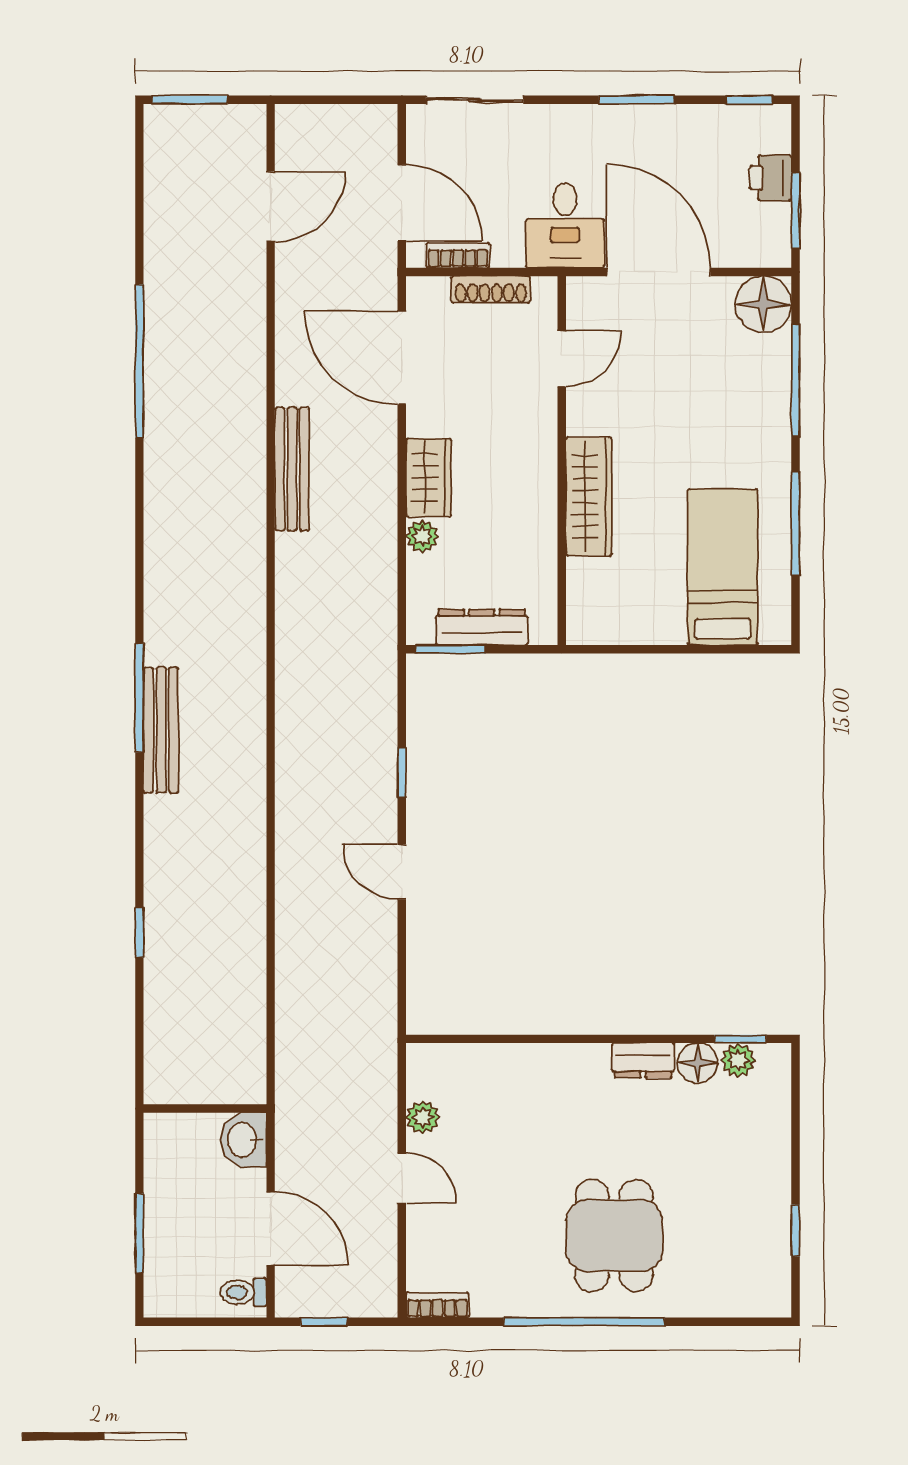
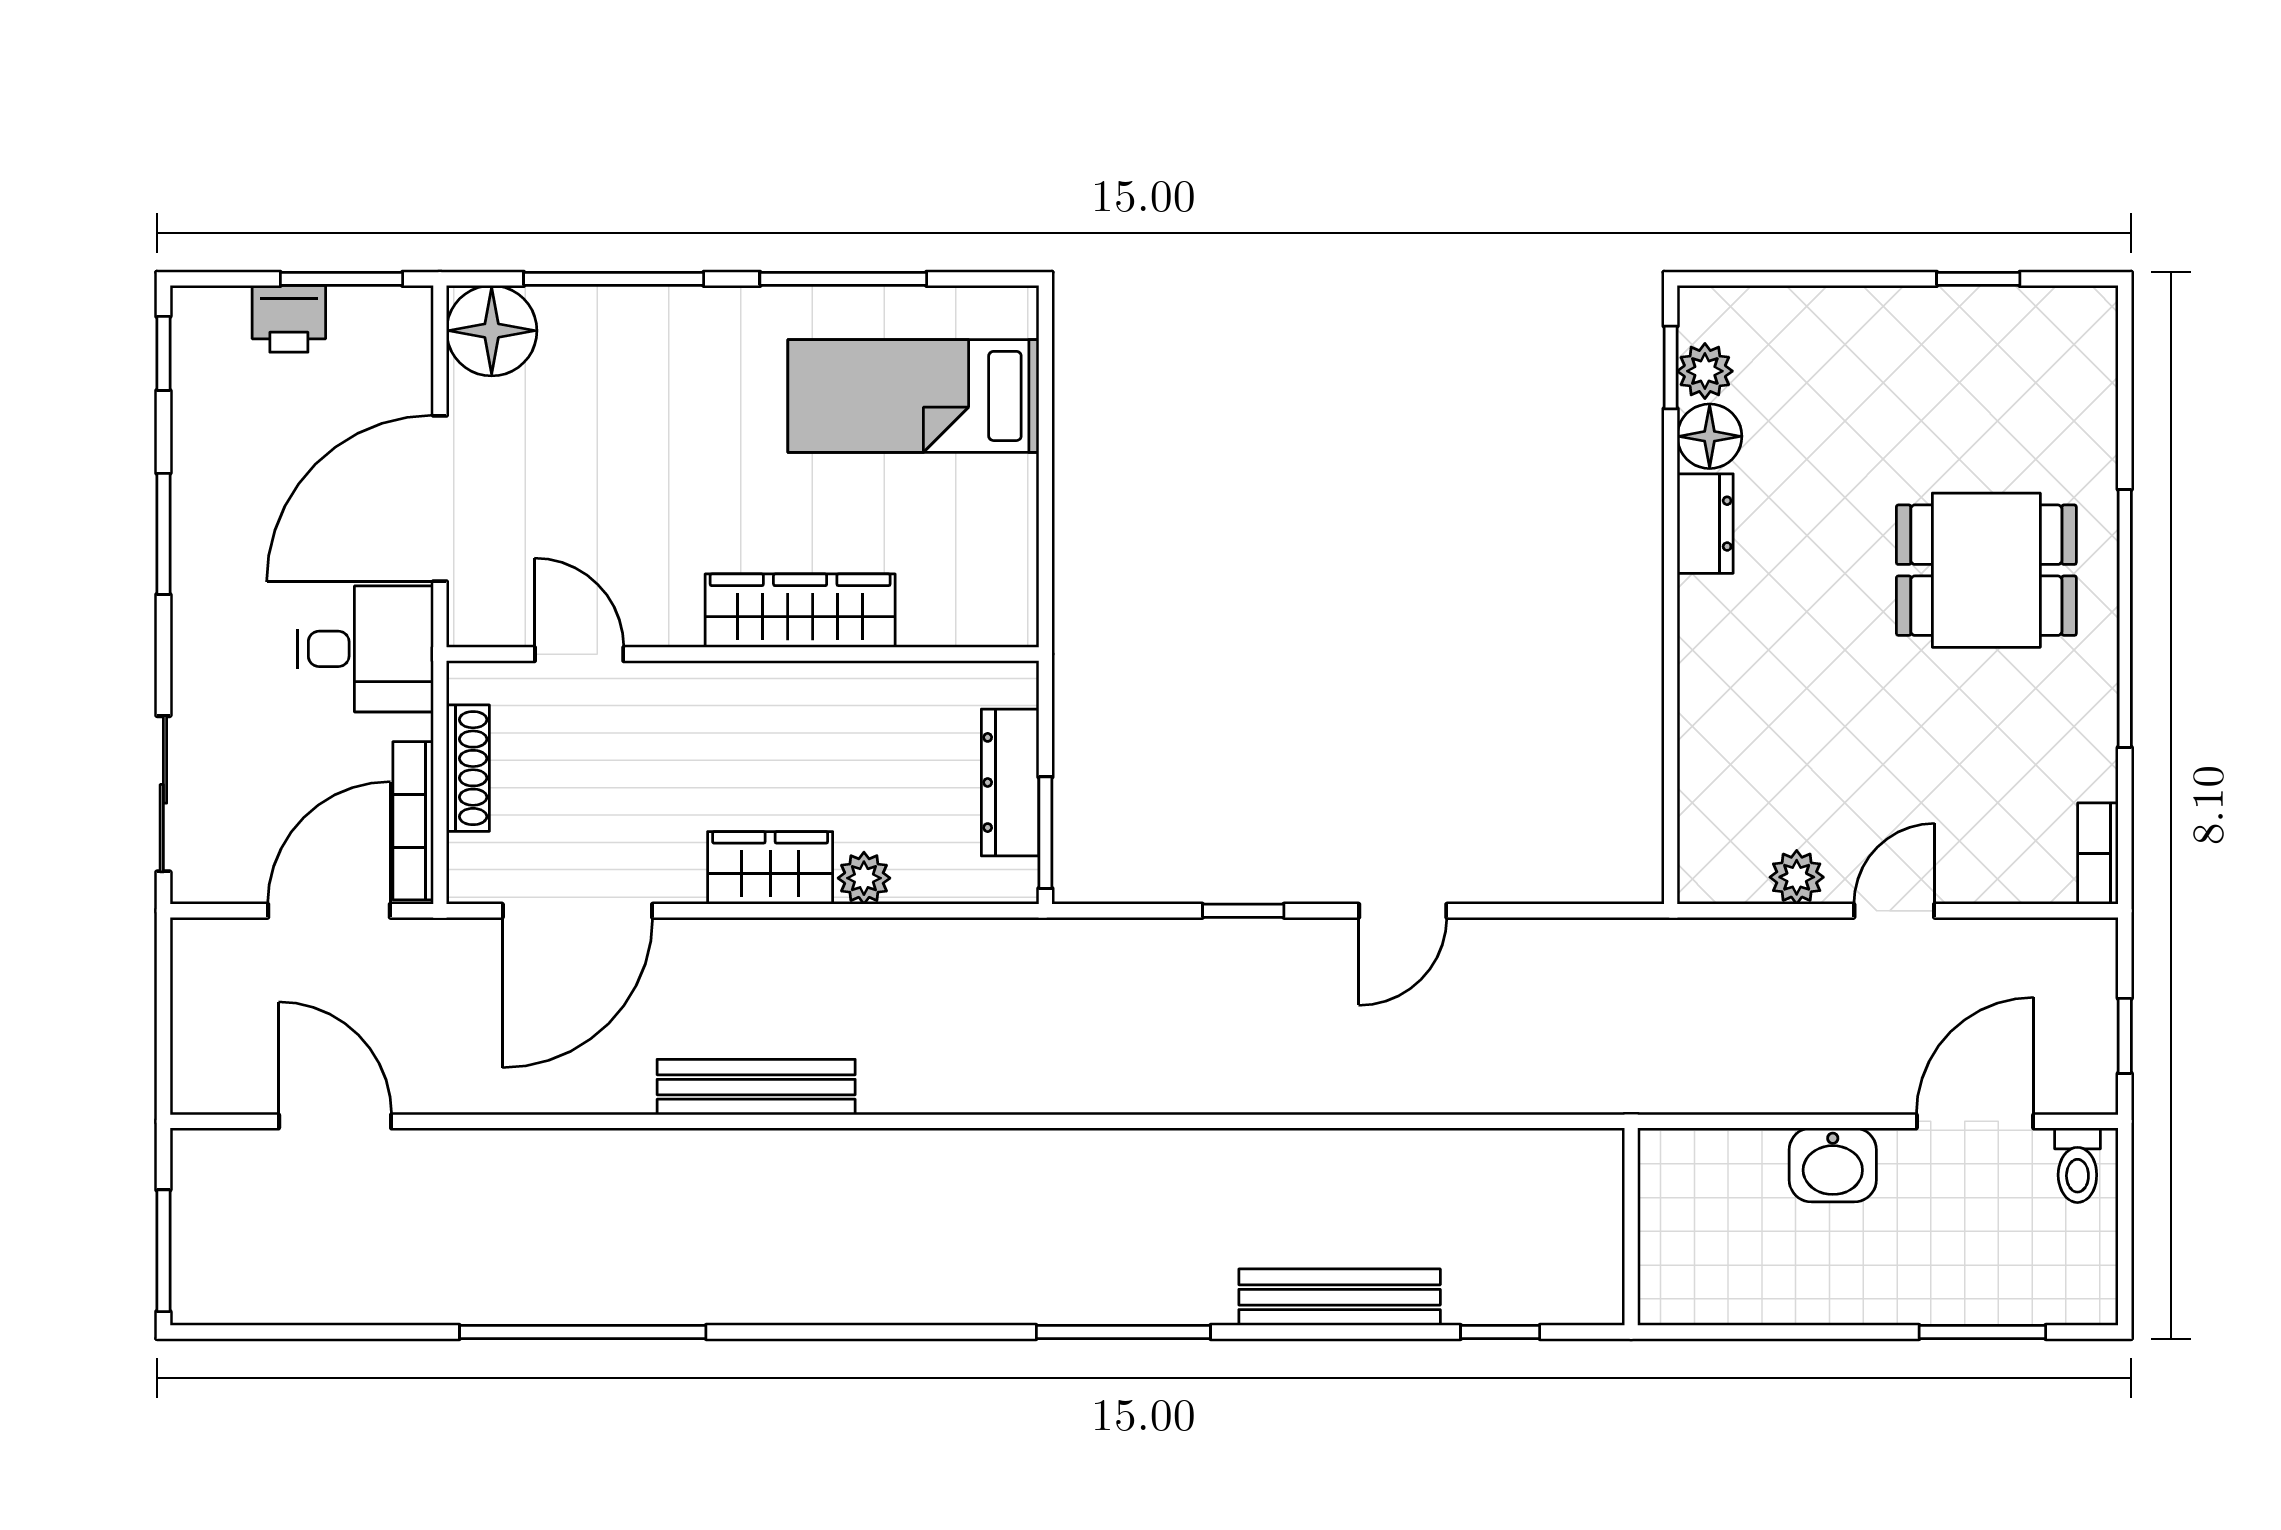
bookcase: (458, 255) -> (413, 821), width x1.56
bench: (161, 730) -> (1340, 1297), moved
wall: (205, 1109) -> (1631, 1227), moved

